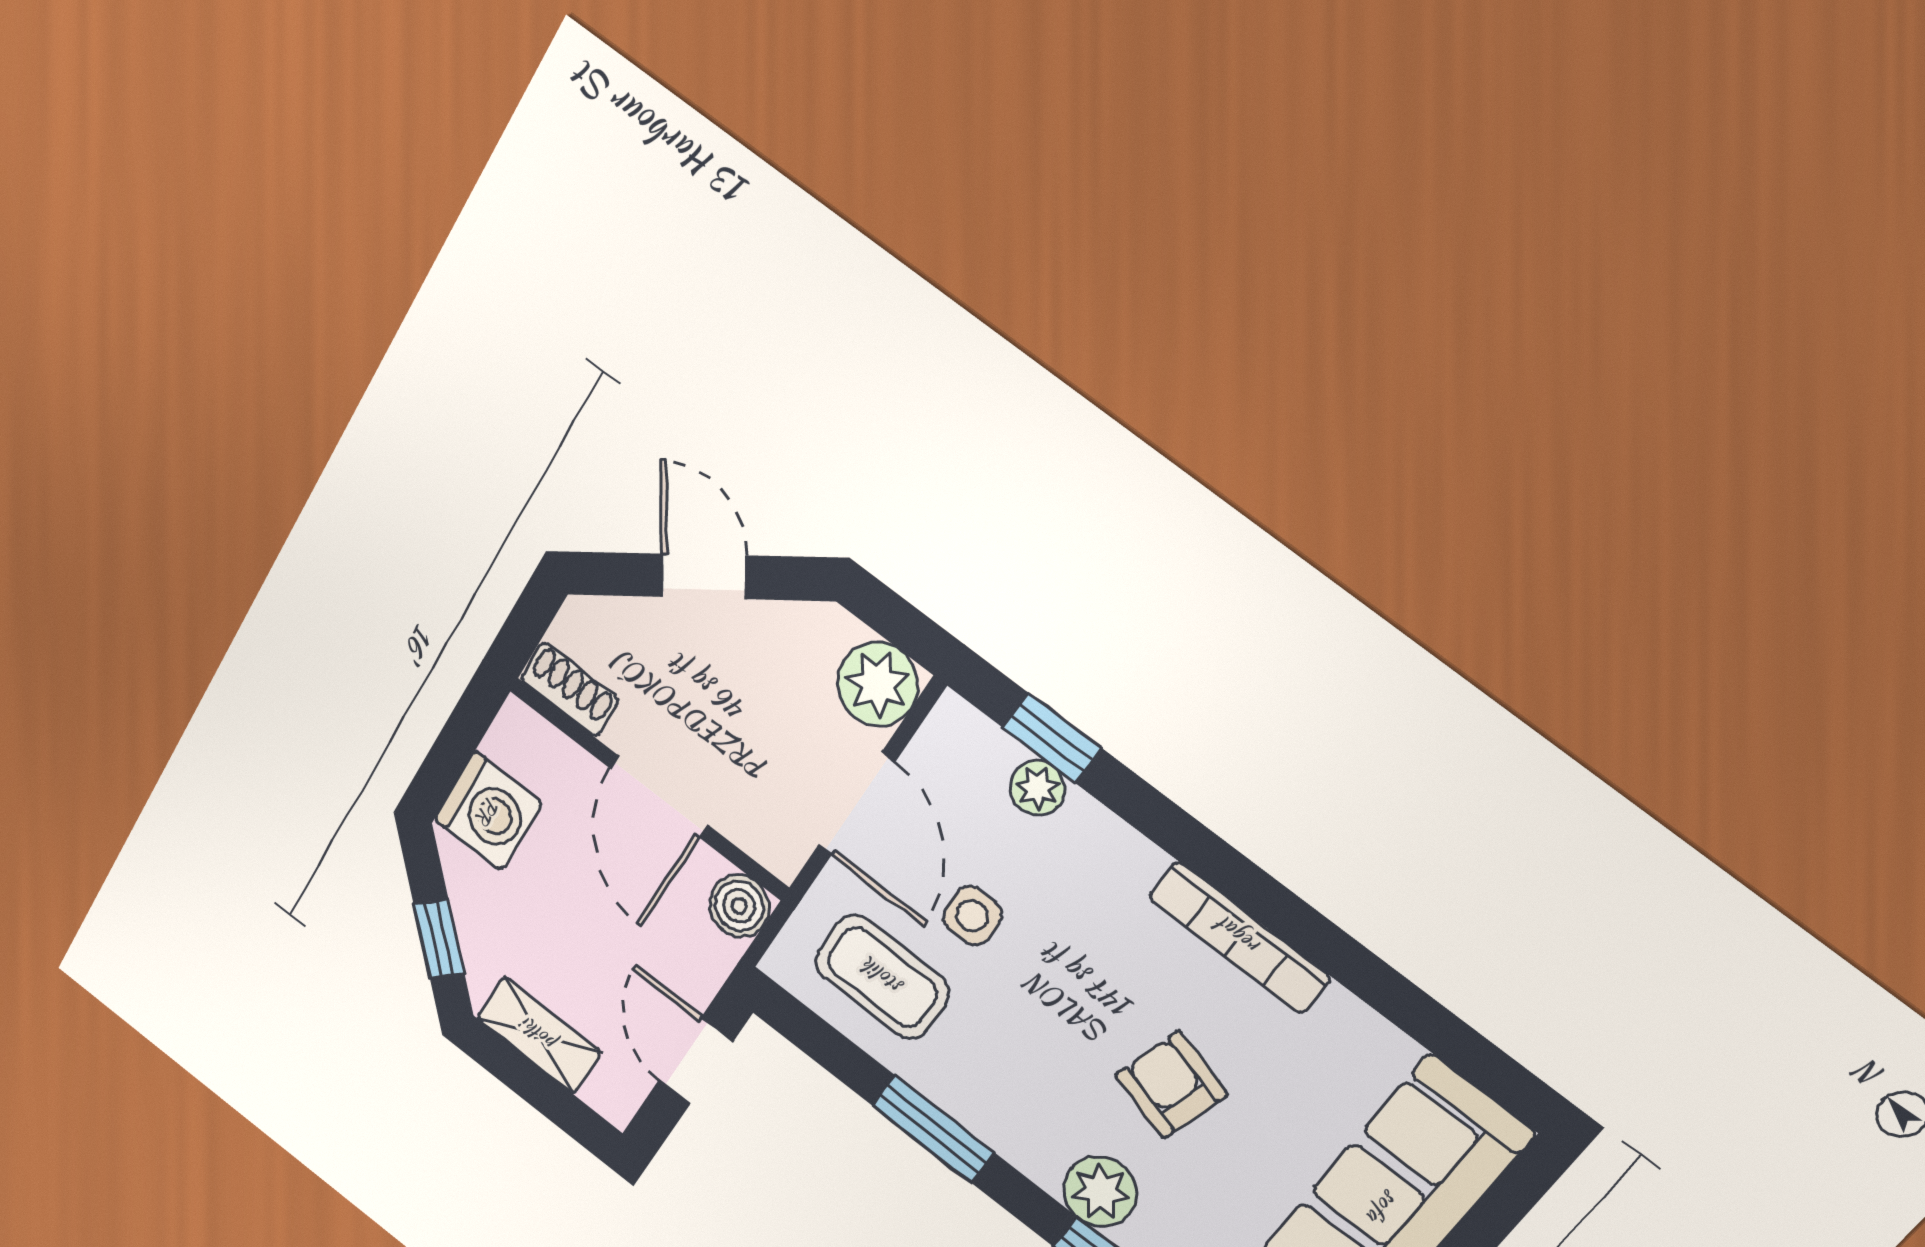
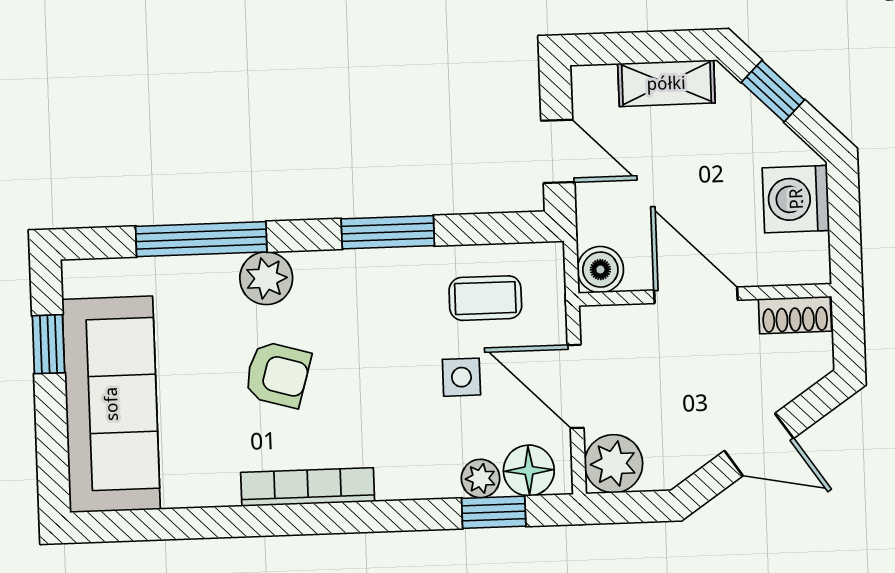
floor lamp: (977, 753) -> (529, 470), added
coffee table: (882, 977) -> (485, 298), width x0.73, depth x0.77

